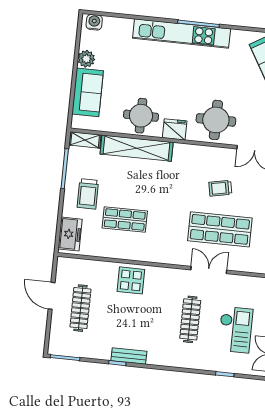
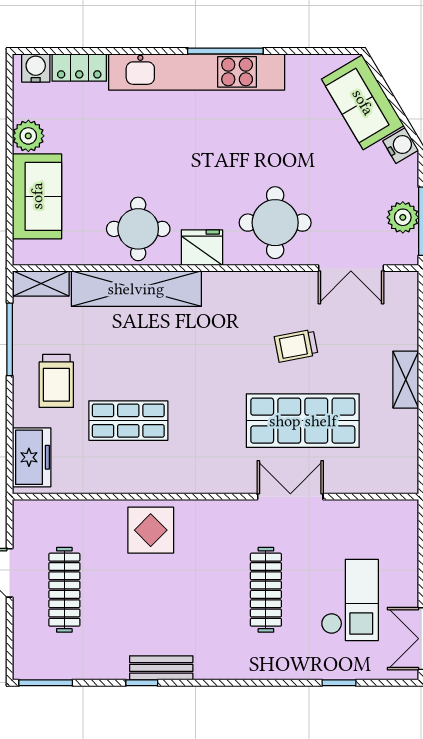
locker: (118, 24) -> (79, 68), added

